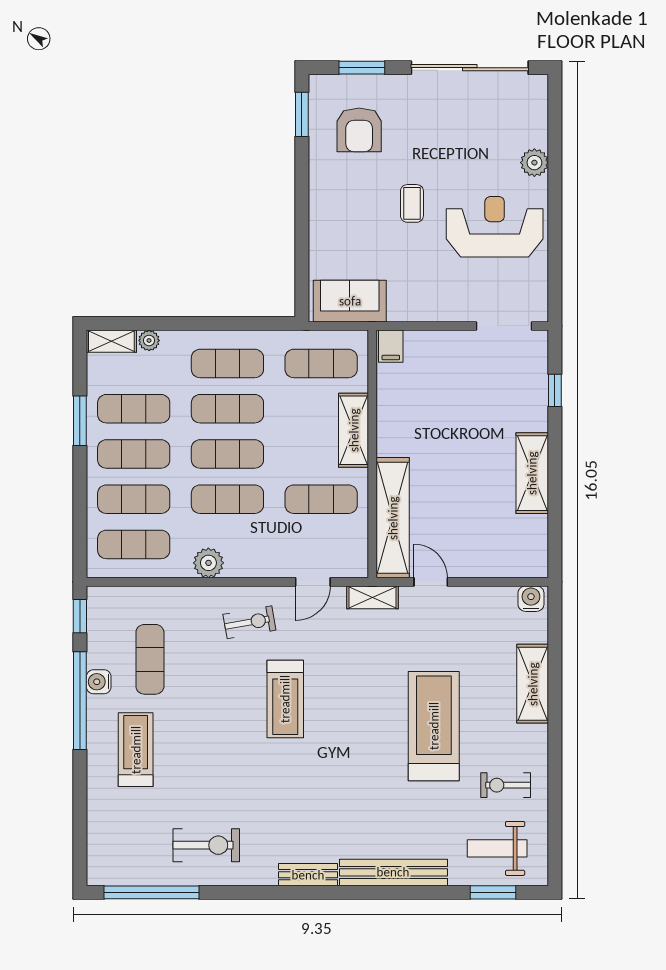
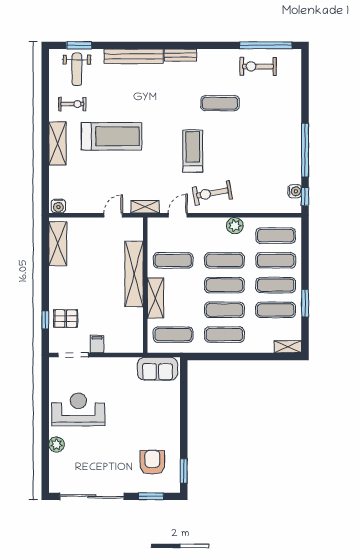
coffee table: (412, 203) -> (124, 422), removed
reception desk: (495, 227) -> (78, 409), turned 180
plant: (149, 340) -> (267, 347), removed
filing cabinet: (391, 346) -> (97, 344), moved
pallet: (518, 393) -> (66, 319), added
shelving: (532, 473) -> (58, 244), moved
shelving: (393, 518) -> (134, 274), moved
door: (431, 582) -> (113, 215), swing flipped
exercise bike: (249, 622) -> (212, 193), width x1.38, depth x1.39
exercise mat: (150, 659) -> (220, 103), moved, turned 90
water cooler: (99, 682) -> (295, 191), moved
shelving: (533, 684) -> (57, 143), moved
treadmill: (434, 726) -> (112, 136), turned -90
treadmill: (136, 750) -> (275, 123), removed
exercise bike: (206, 845) -> (258, 66), moved
weight bench: (497, 848) -> (77, 69), turned 90

